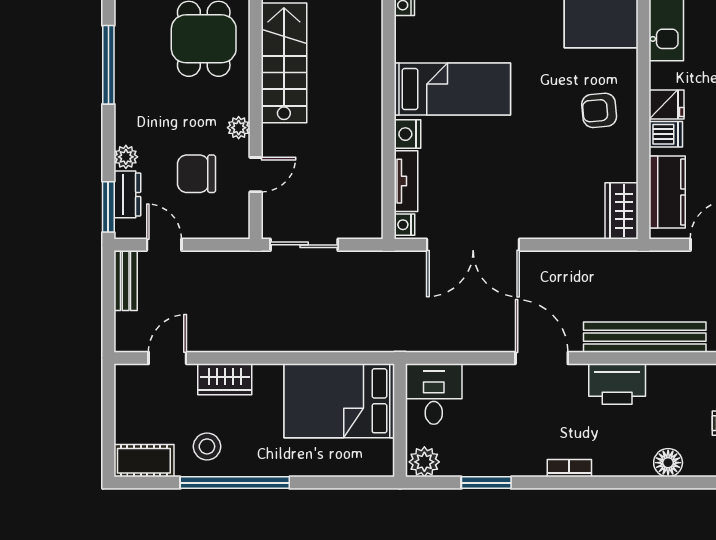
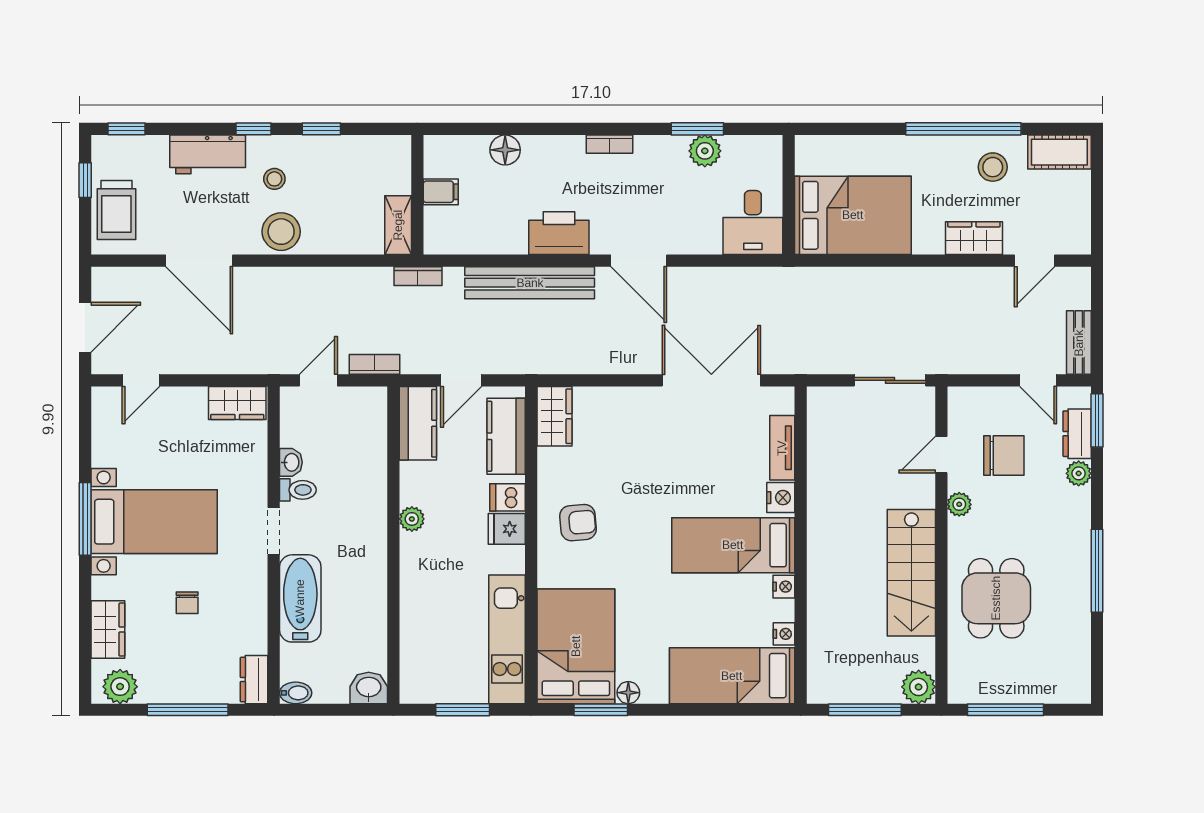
nightstand: (405, 225) -> (784, 587), moved
plant: (424, 462) -> (705, 151), moved

